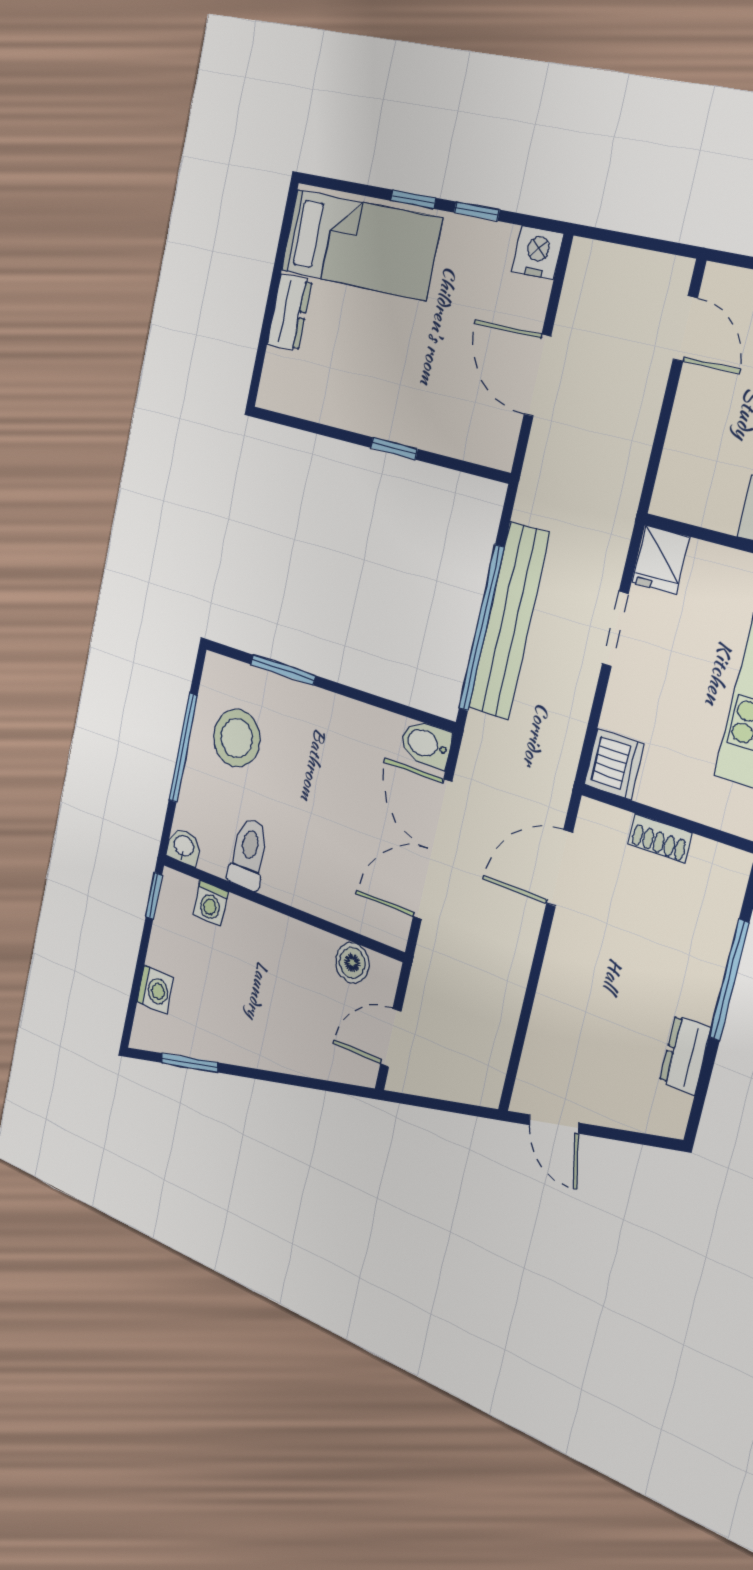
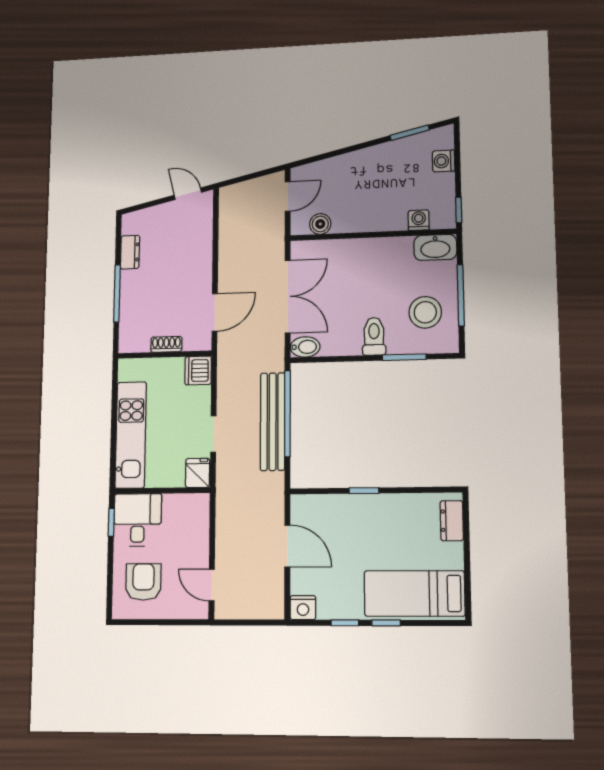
dresser: (289, 312) -> (452, 521), moved
washbasin: (184, 847) -> (435, 247), width x1.91, depth x1.45
toilet: (248, 854) -> (374, 336), moved, turned 180

